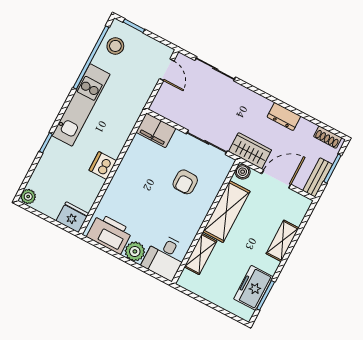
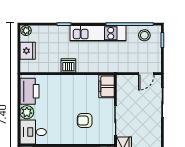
fridge: (72, 217) -> (28, 51), moved

